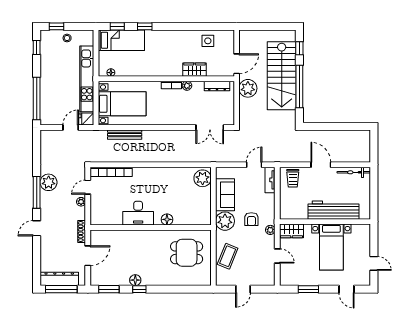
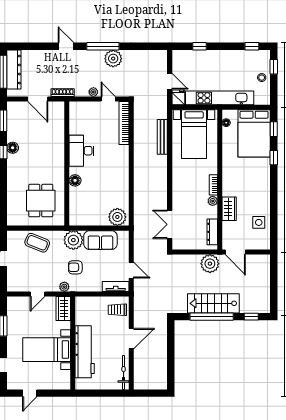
bed: (121, 40) -> (254, 133), width x1.50
stairs: (282, 76) -> (213, 303), width x0.73, depth x0.66
window: (37, 99) -> (199, 46), width x0.32

